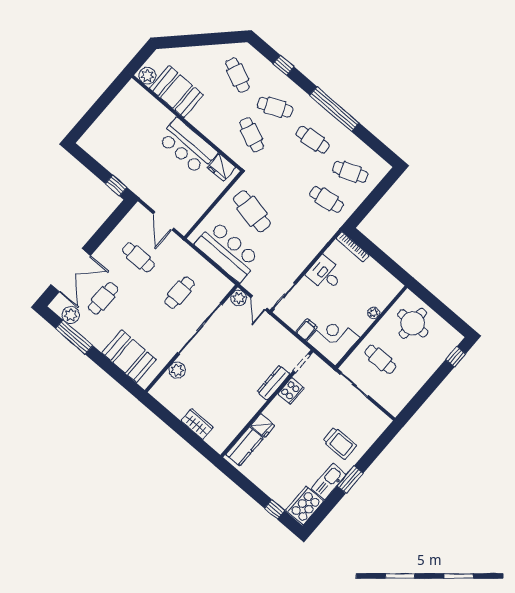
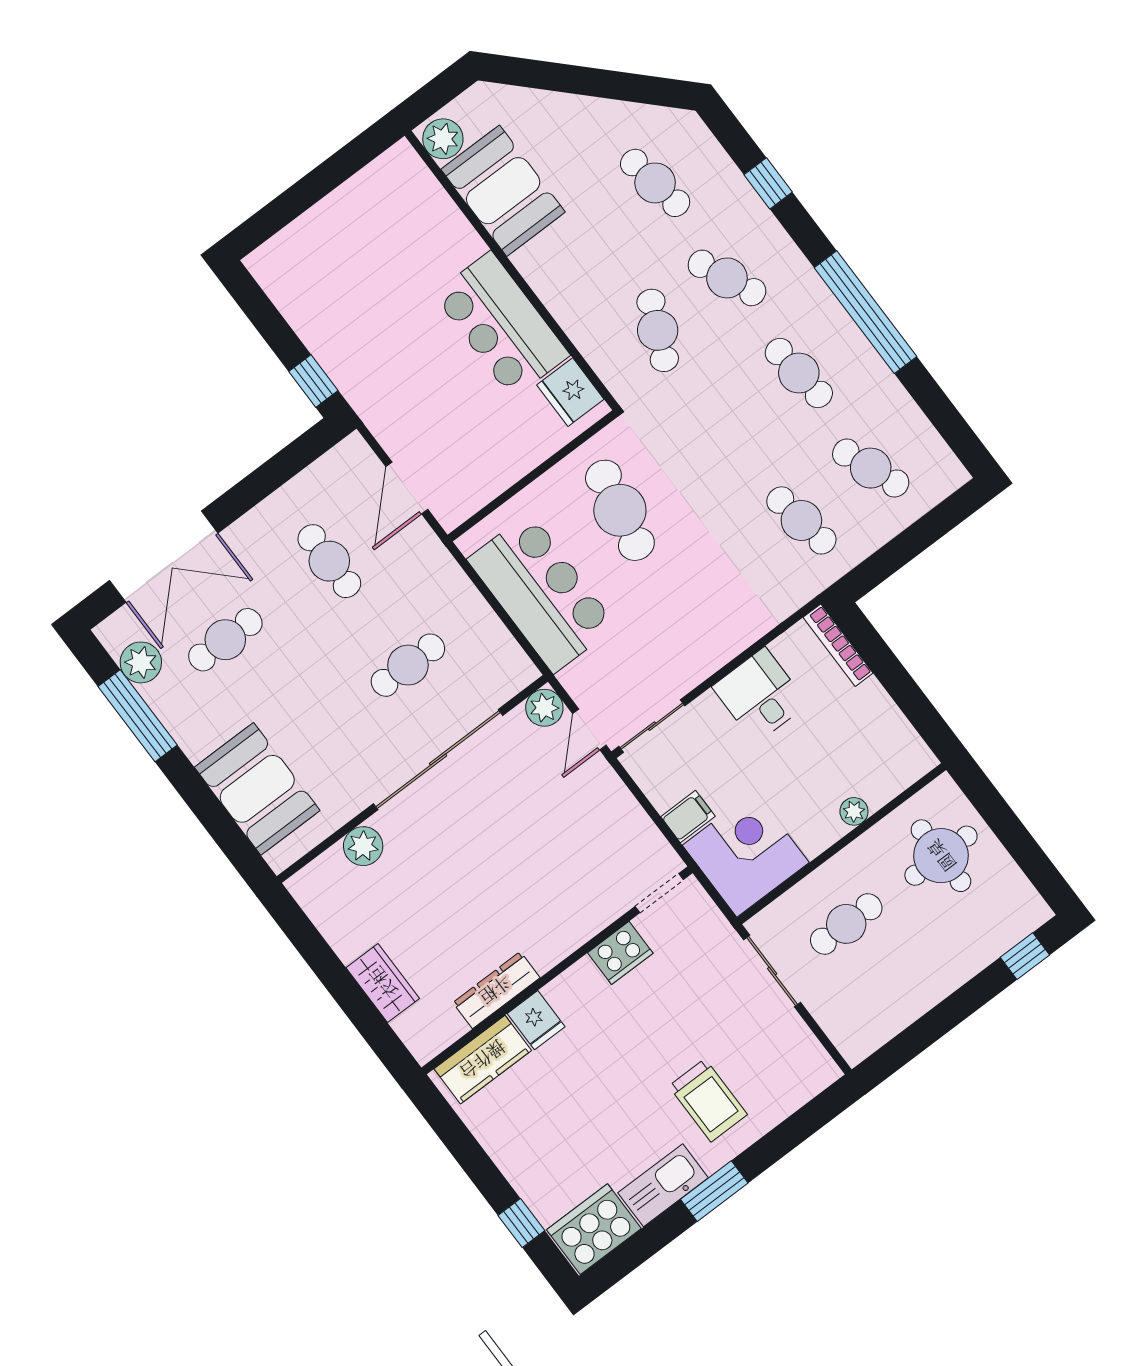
cafe table: (237, 75) -> (655, 183), turned -33
cafe table: (380, 359) -> (846, 924), turned 90
dresser: (273, 383) -> (496, 990), moved

